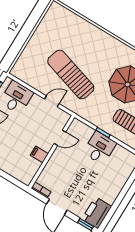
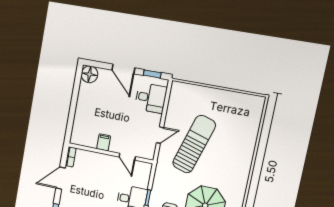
door: (52, 101) -> (160, 135), hinge flipped

